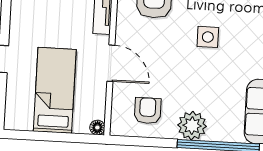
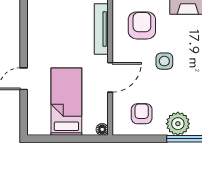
side table: (208, 37) -> (164, 61), moved
door: (111, 63) -> (110, 77), hinge flipped

